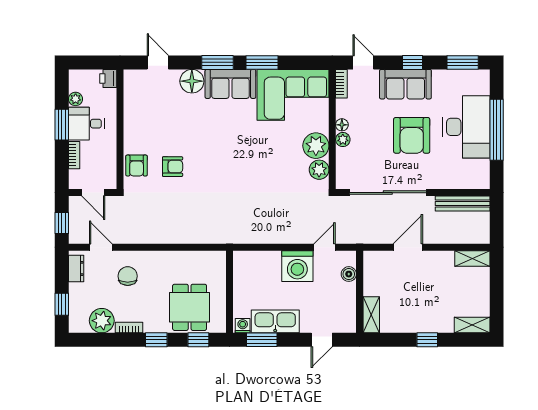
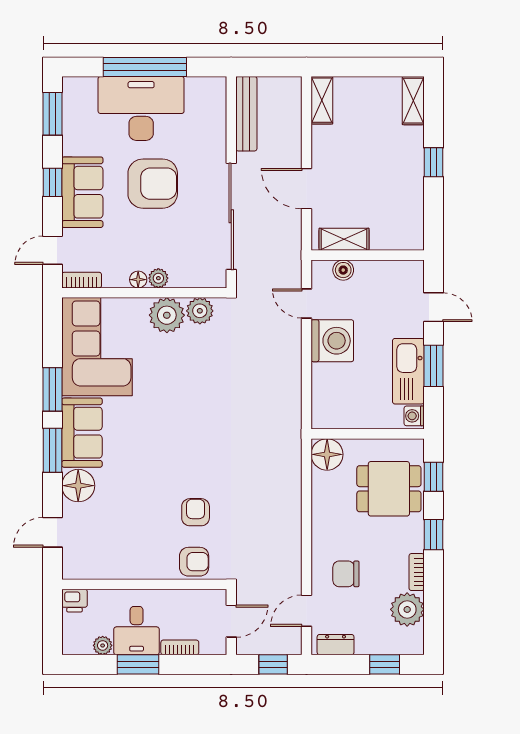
floor lamp: (215, 262) -> (327, 454), added
shelving: (371, 315) -> (344, 239), moved
window: (262, 340) -> (434, 366), moved

